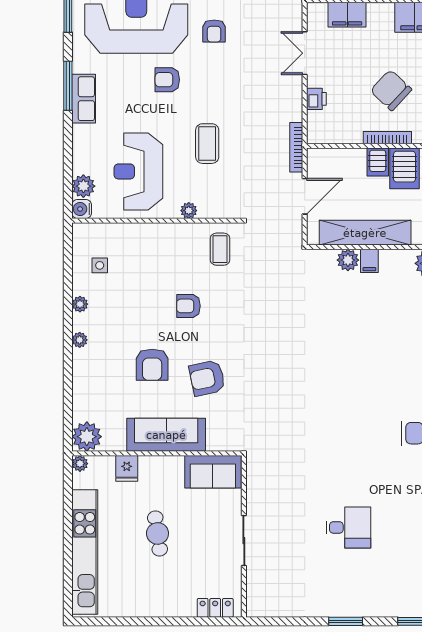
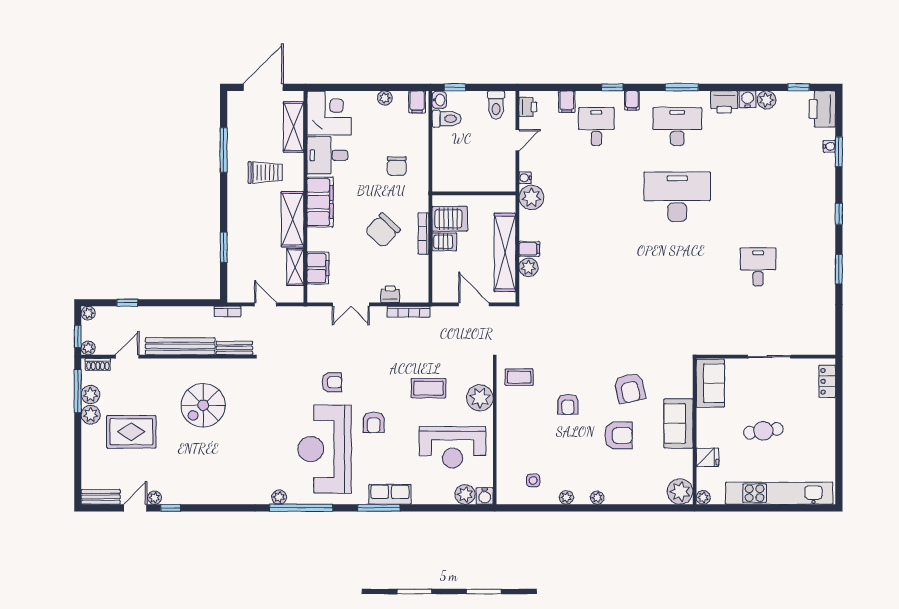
bookcase: (296, 147) -> (408, 312), moved
plant: (189, 211) -> (480, 398), width x1.88, depth x1.88
sofa: (166, 435) -> (679, 423), width x0.73

